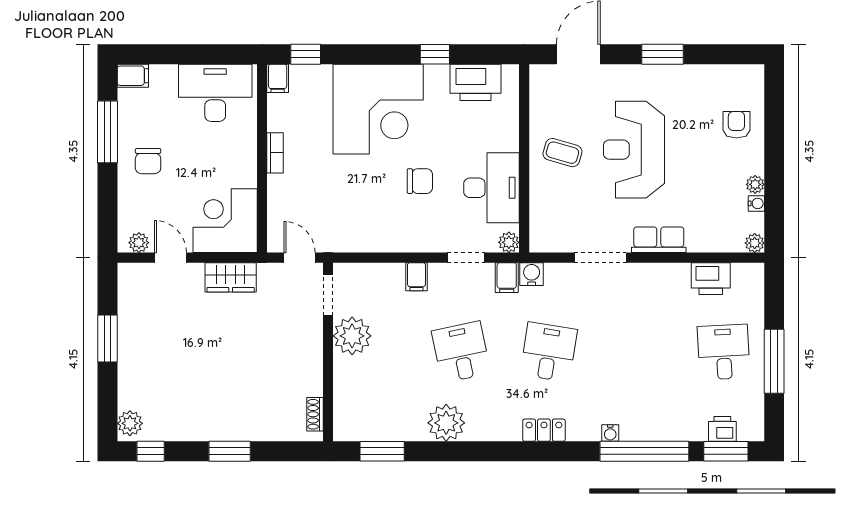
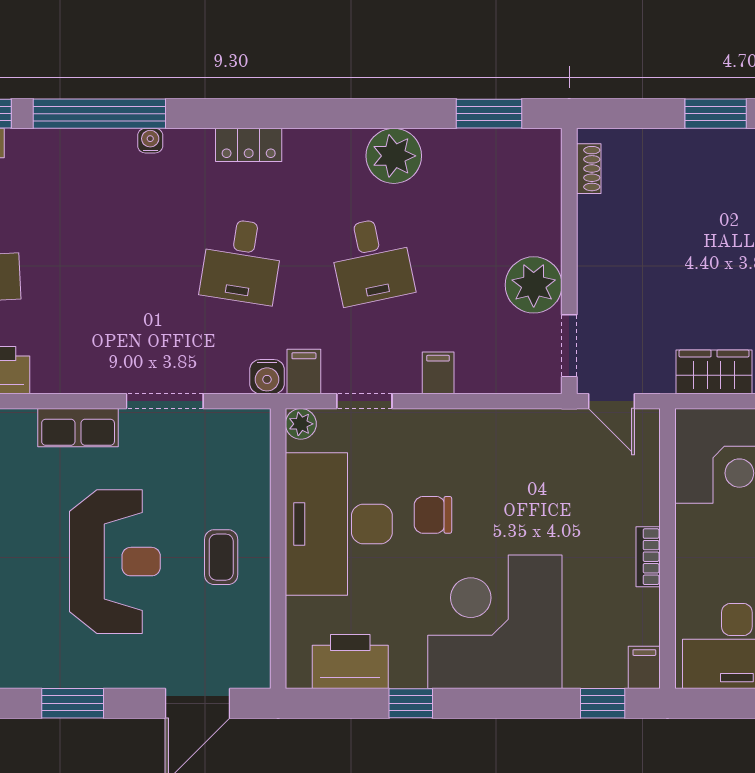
coffee table: (562, 153) -> (221, 557), turned 74
desk: (492, 188) -> (339, 524), width x1.36, depth x1.30

